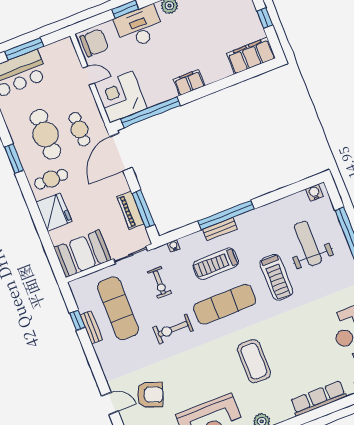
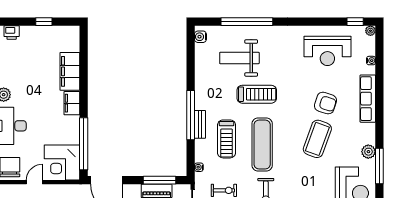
filing cabinet: (251, 56) -> (70, 71), moved
armchair: (296, 355) -> (325, 103), added
coffee table: (254, 361) -> (317, 139), turned -70

